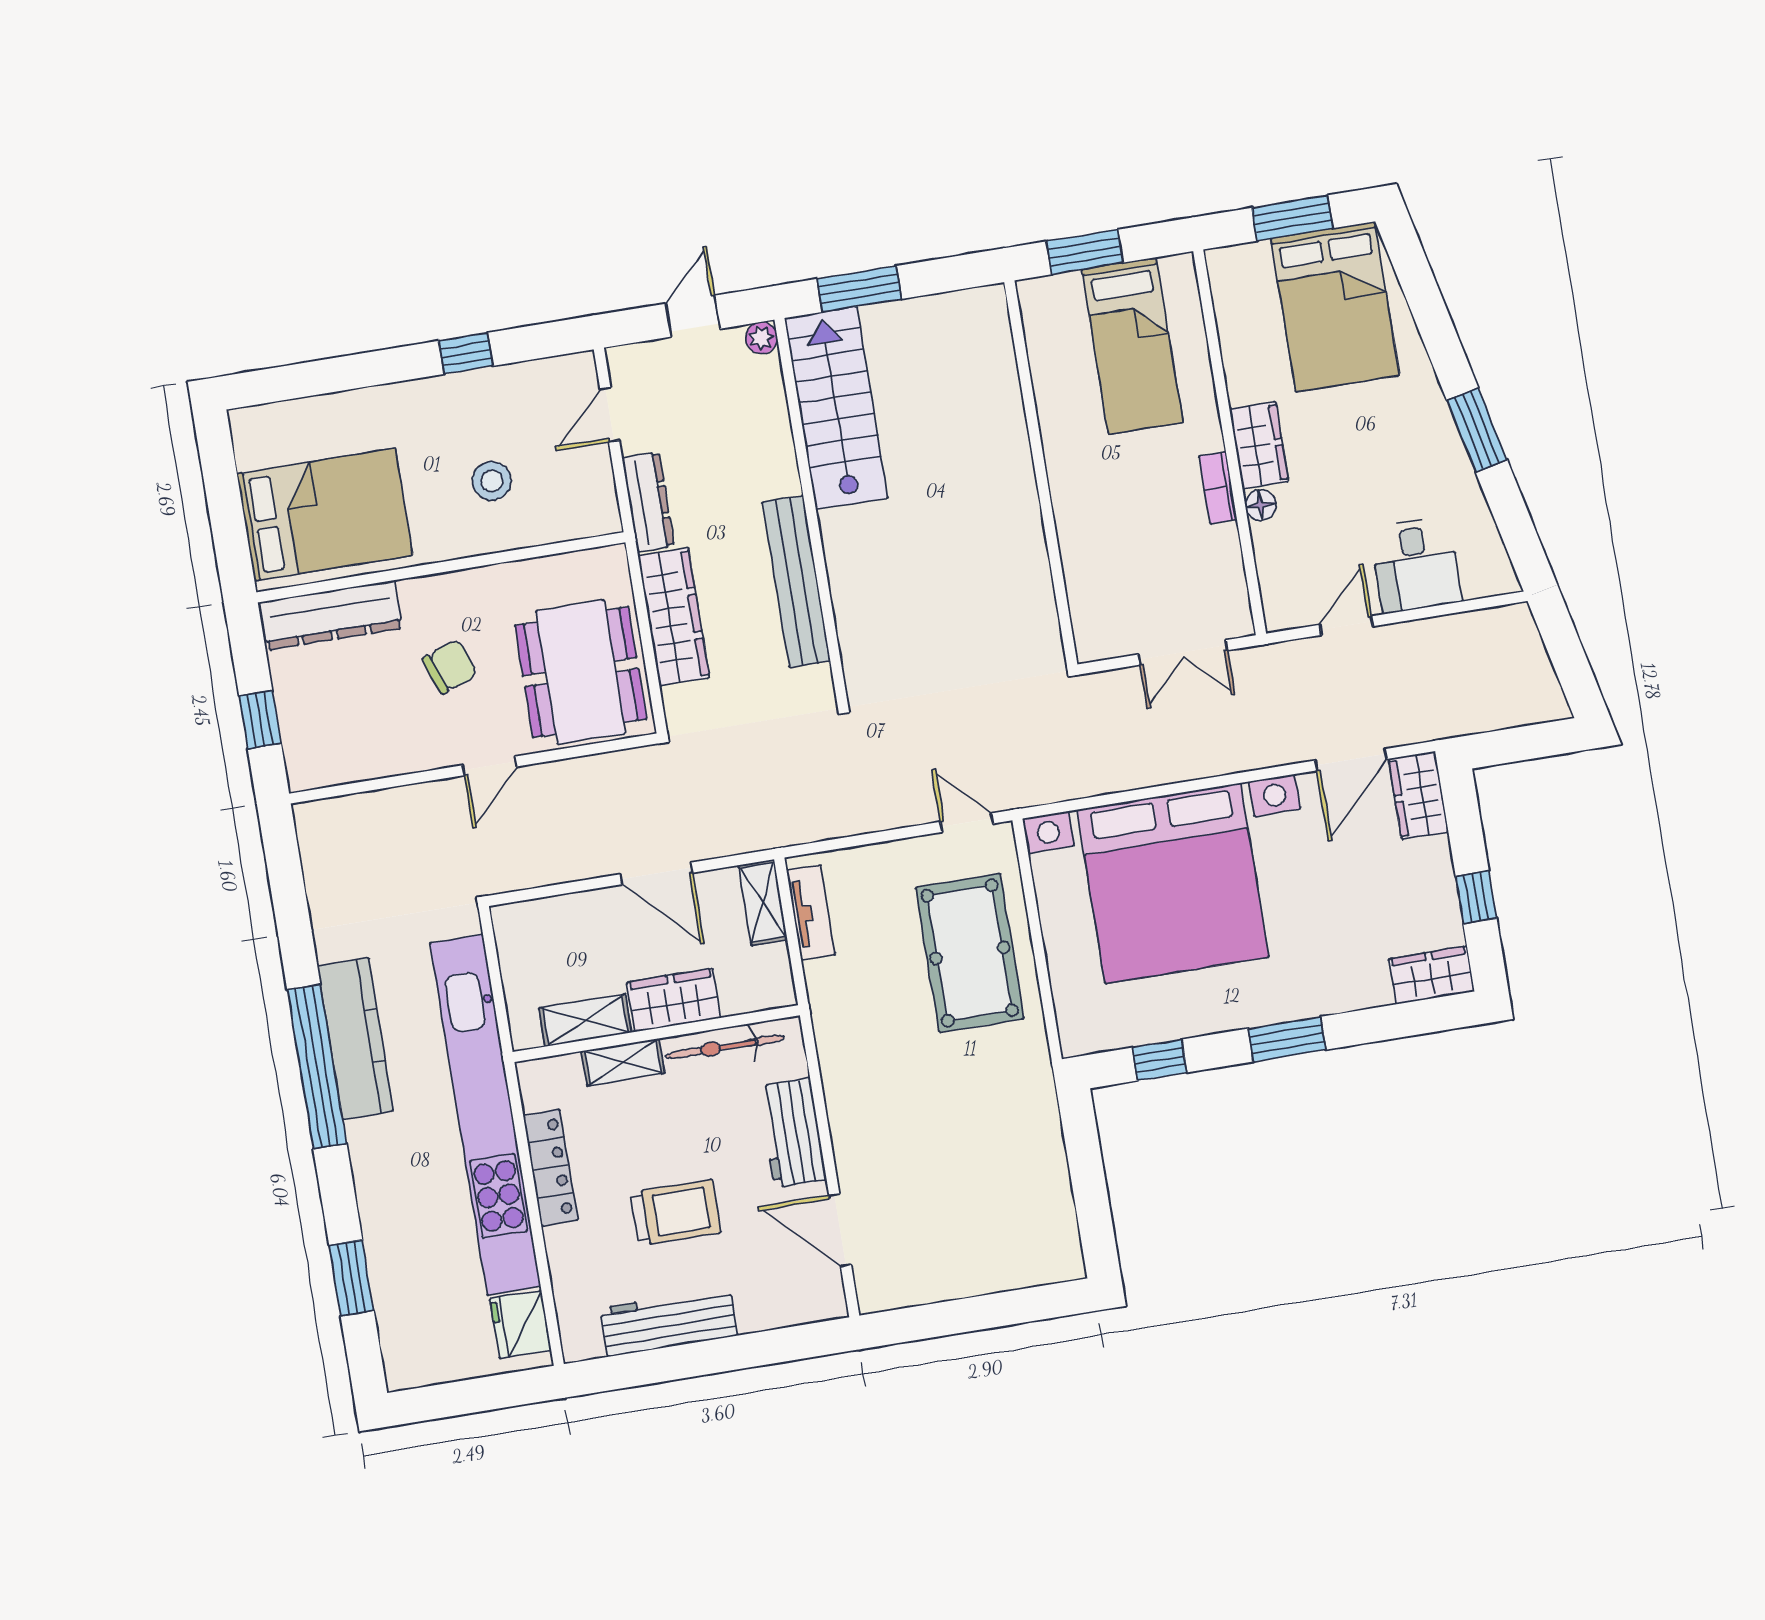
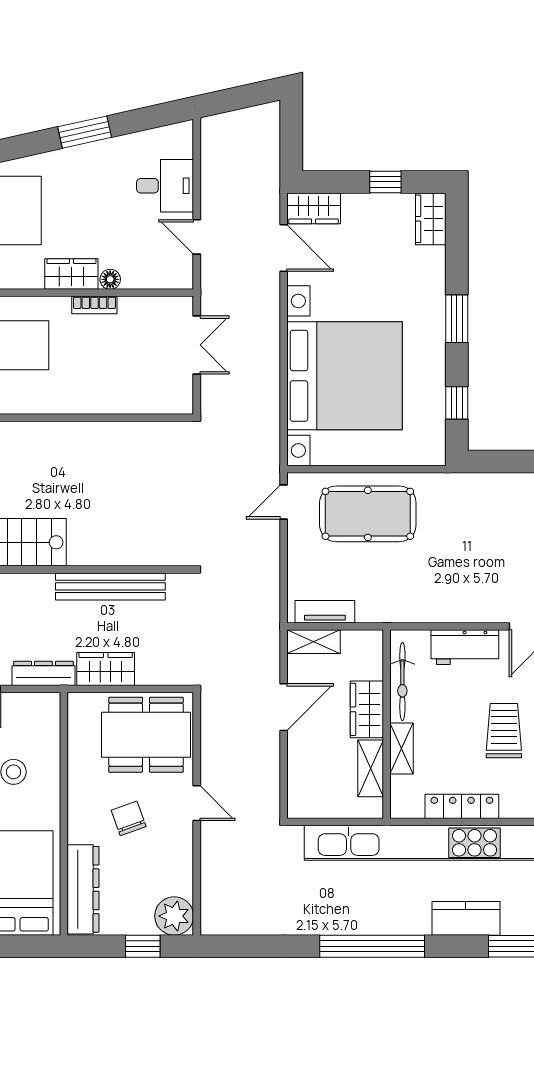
wardrobe: (674, 617) -> (106, 669), width x0.67
plant: (313, 760) -> (174, 916), added
kitchen counter: (355, 1038) -> (466, 918), moved, width x0.67

